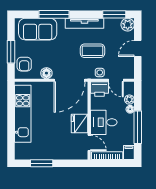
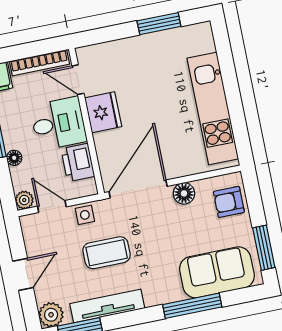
tv unit: (84, 23) -> (107, 306), moved
window: (11, 52) -> (264, 248), moved
armchair: (24, 64) -> (229, 202), turned -90
printer: (99, 89) -> (78, 163), moved, turned -90
plant: (129, 100) -> (24, 200), moved

